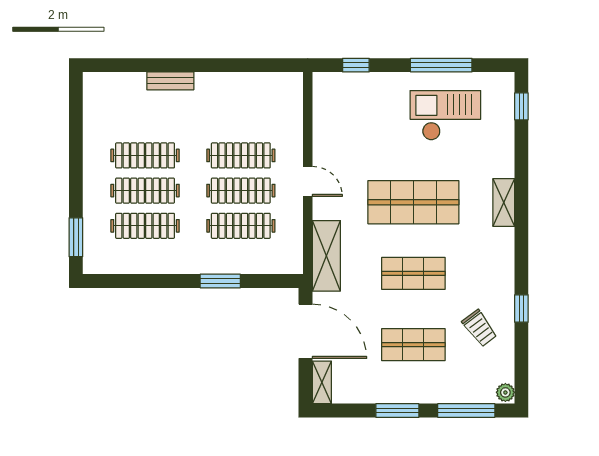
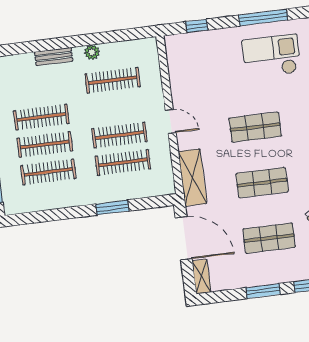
plant: (219, 82) -> (92, 52), added
clothes rail: (241, 155) -> (113, 80), moved
shop shelf: (413, 202) -> (255, 127), width x0.70, depth x0.74

